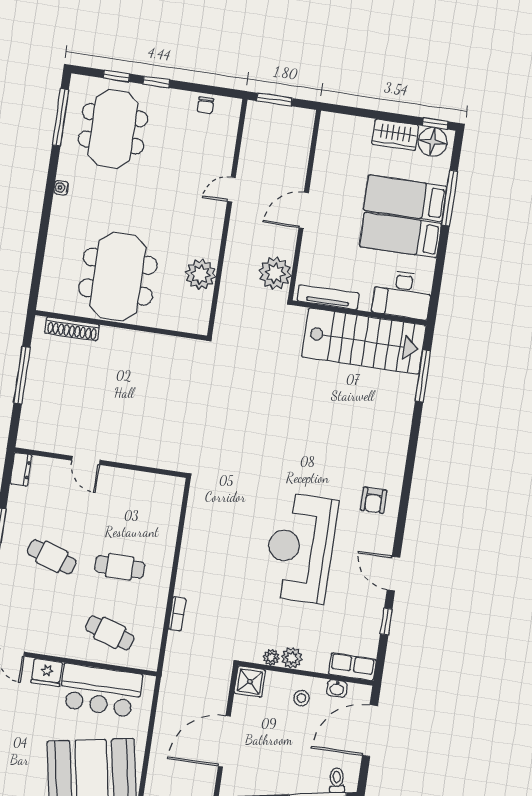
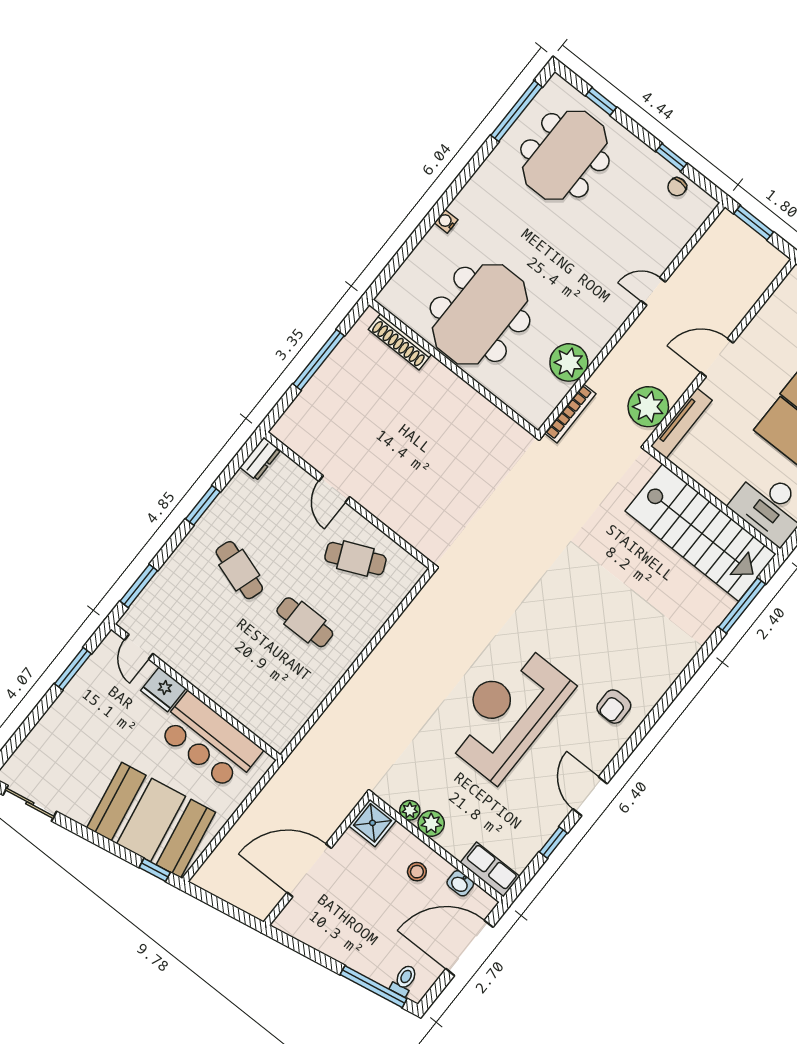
window: (156, 82) -> (671, 157), moved
water cooler: (61, 188) -> (446, 221), moved
tv unit: (328, 297) -> (681, 423), moved, turned 90
bookcase: (177, 614) -> (570, 414), moved, width x1.56
cafe table: (110, 633) -> (355, 559), moved, turned -42

